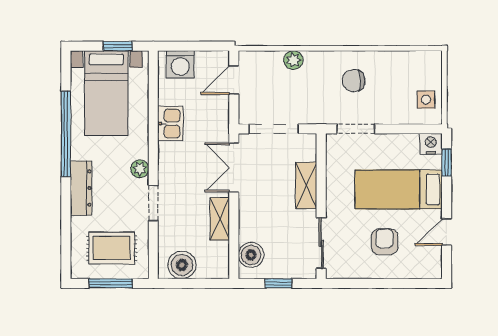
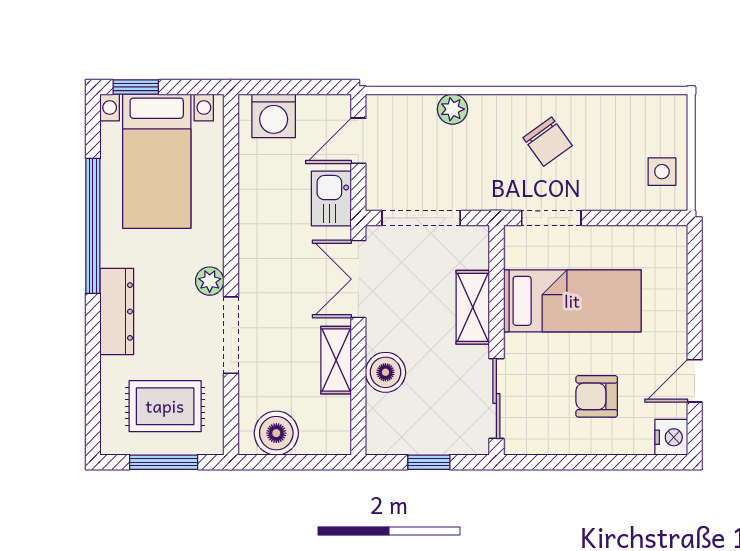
window: (118, 46) -> (136, 87), moved
chair: (354, 81) -> (548, 142), turned -126
kitchen sink: (170, 124) -> (331, 199), moved, turned 180
nightstand: (431, 144) -> (671, 437), moved, turned 90
window: (447, 163) -> (695, 271), removed
bed: (399, 189) -> (572, 301), moved, turned 180
doorway: (153, 203) -> (231, 335), width x1.38
armchair: (385, 242) -> (597, 396), turned -90
boiler: (251, 255) -> (385, 372), moved

